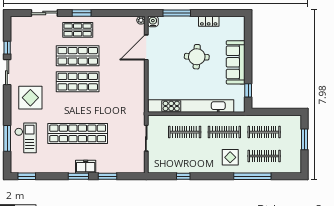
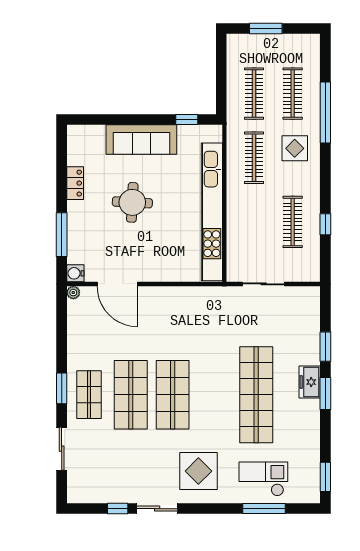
clothes rail: (185, 132) -> (293, 222), moved

